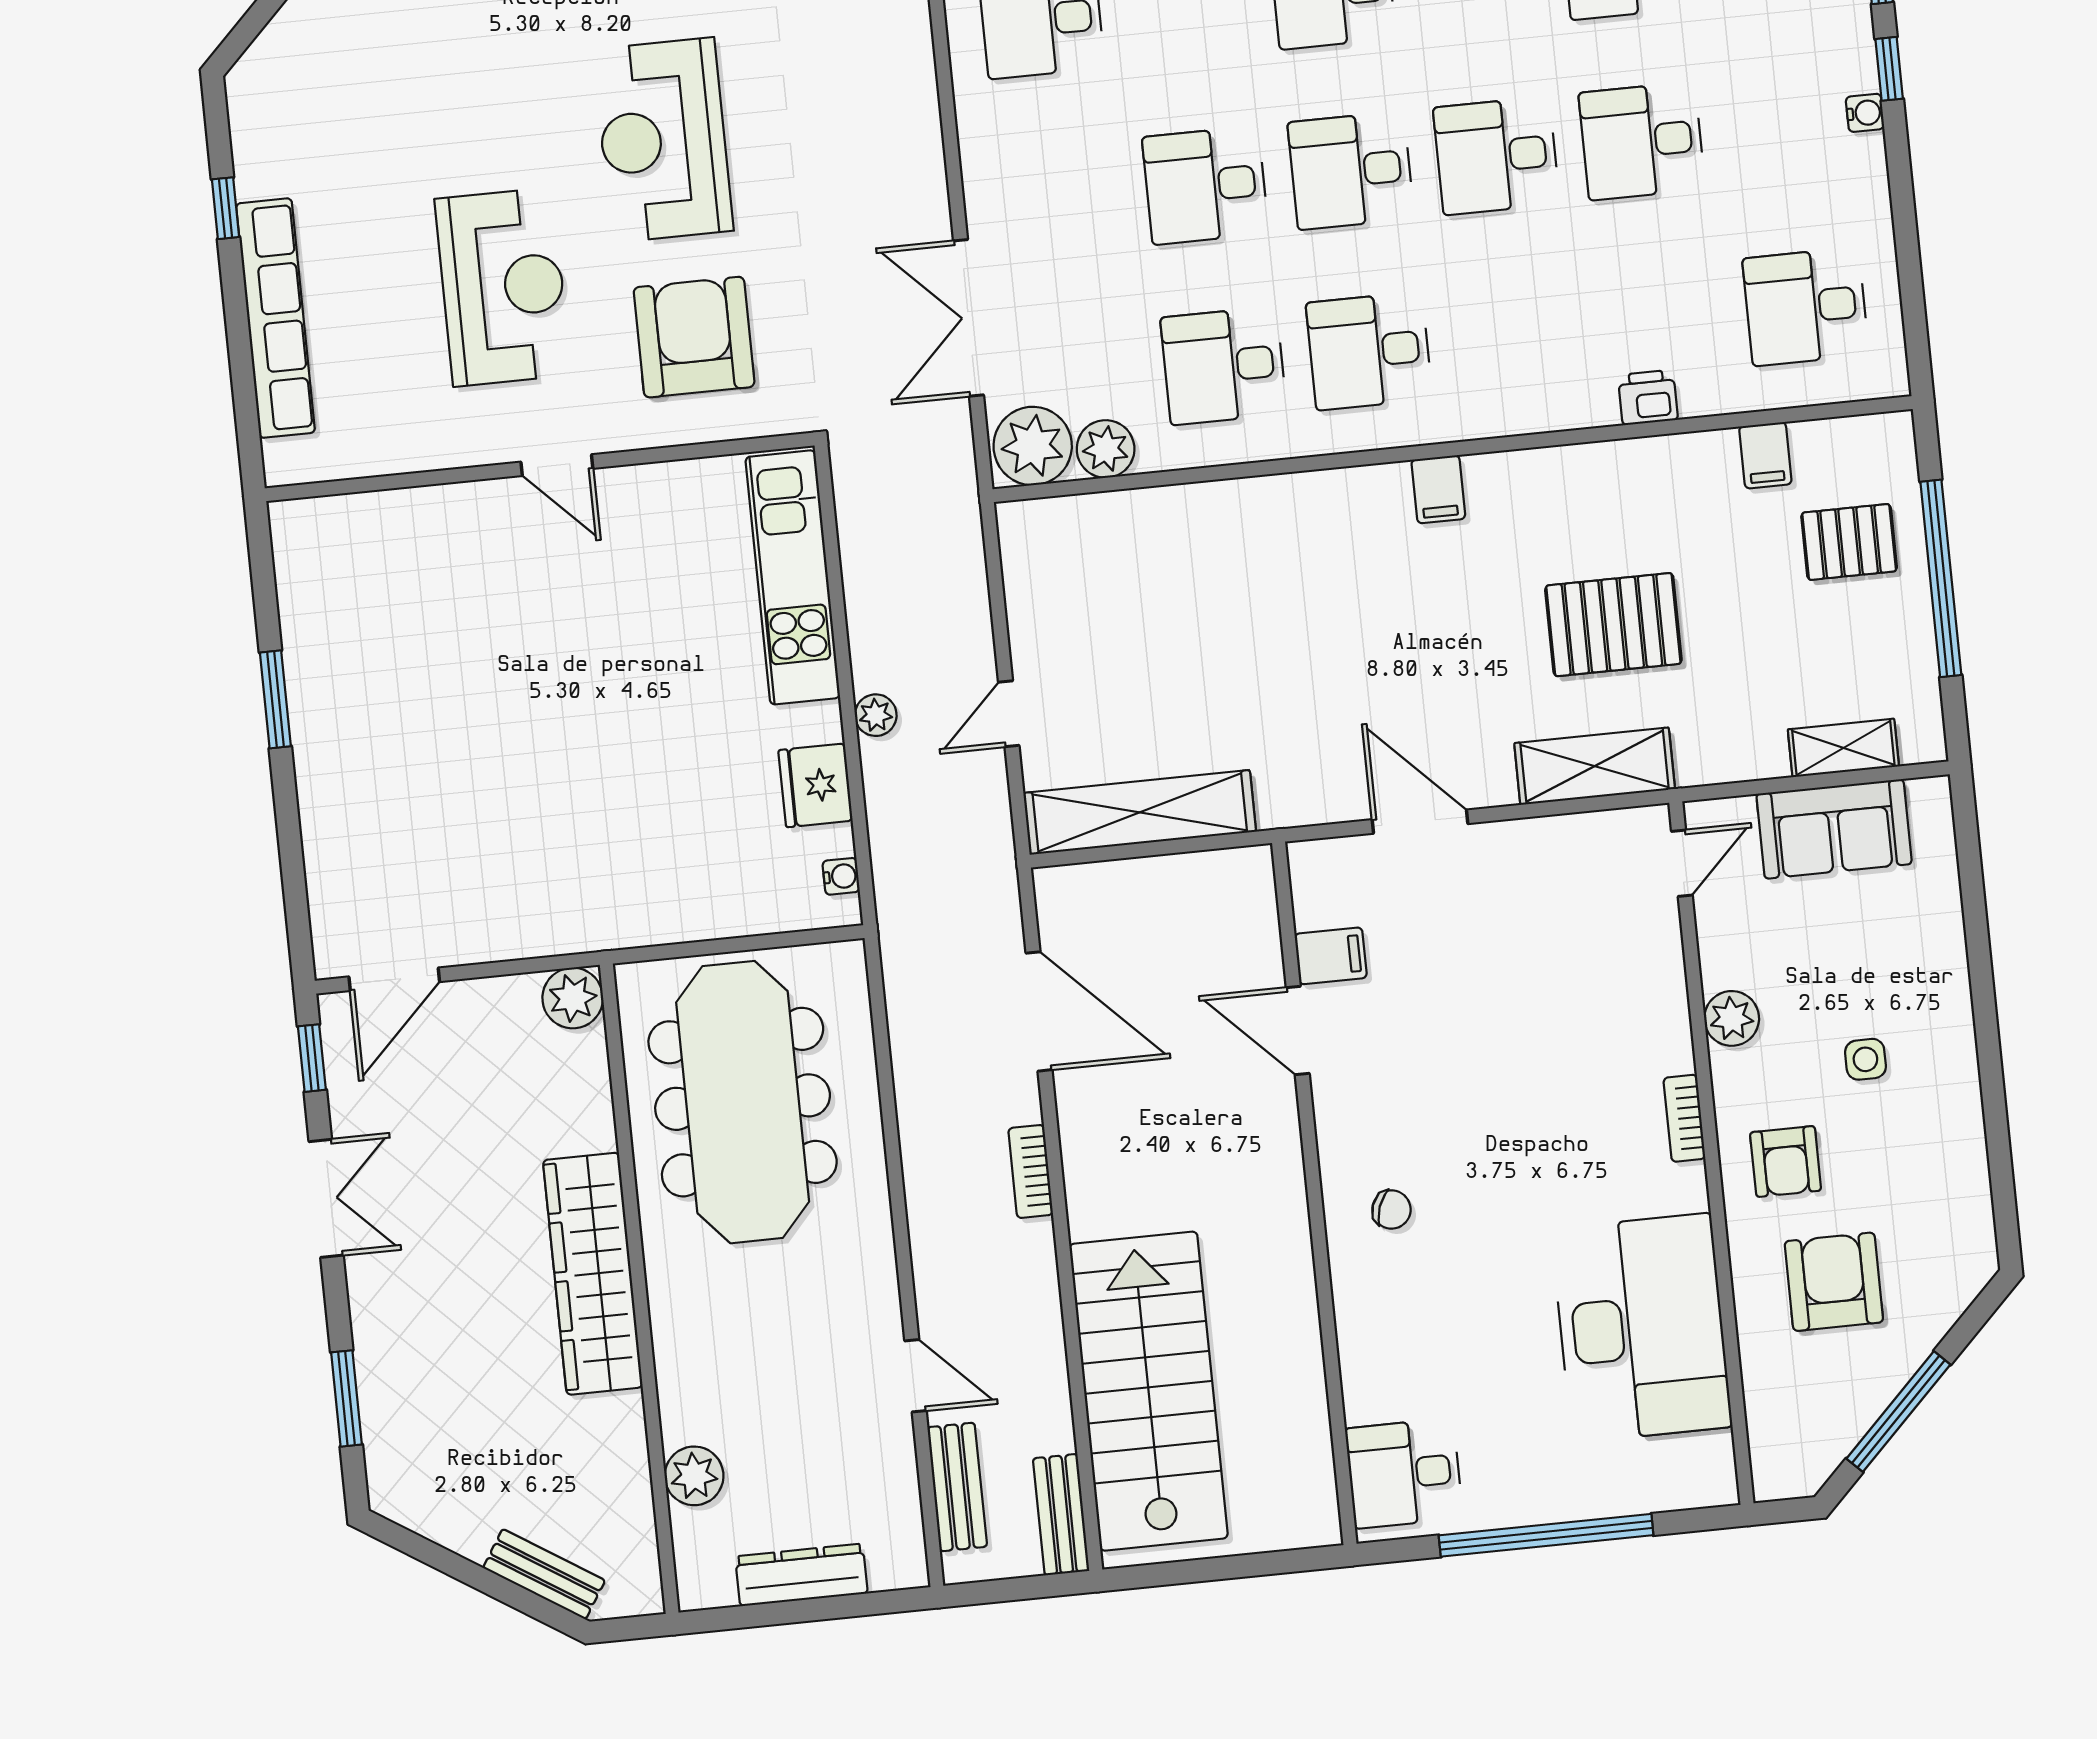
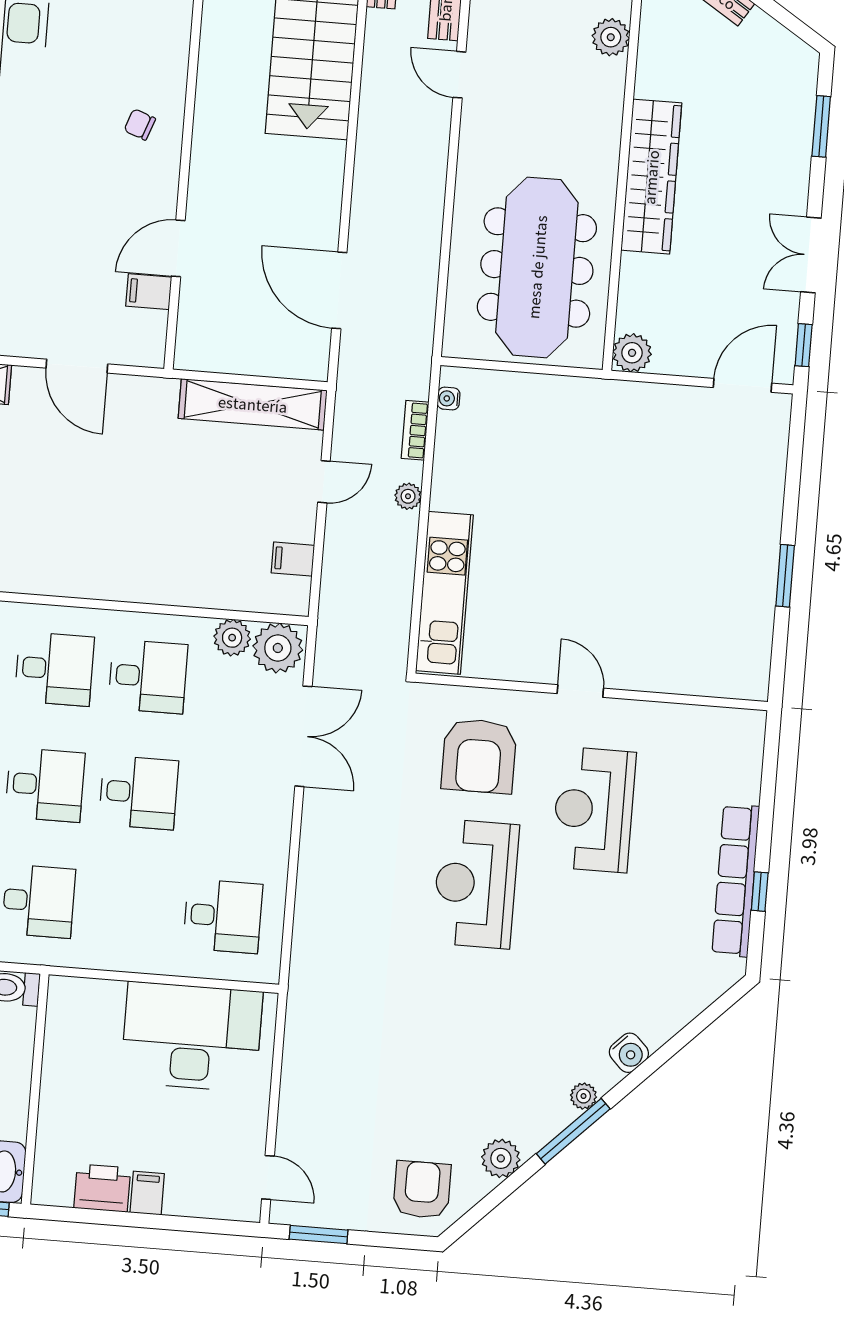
reception desk: (663, 140) -> (476, 884), turned 180
row of seats: (276, 318) -> (736, 880), moved
filing cabinet: (1438, 489) -> (293, 559), moved, turned -90
fridge: (815, 785) -> (454, 459), removed
door: (1298, 1031) -> (178, 248), swing flipped
bookcase: (1031, 1171) -> (415, 430), moved, turned 180

